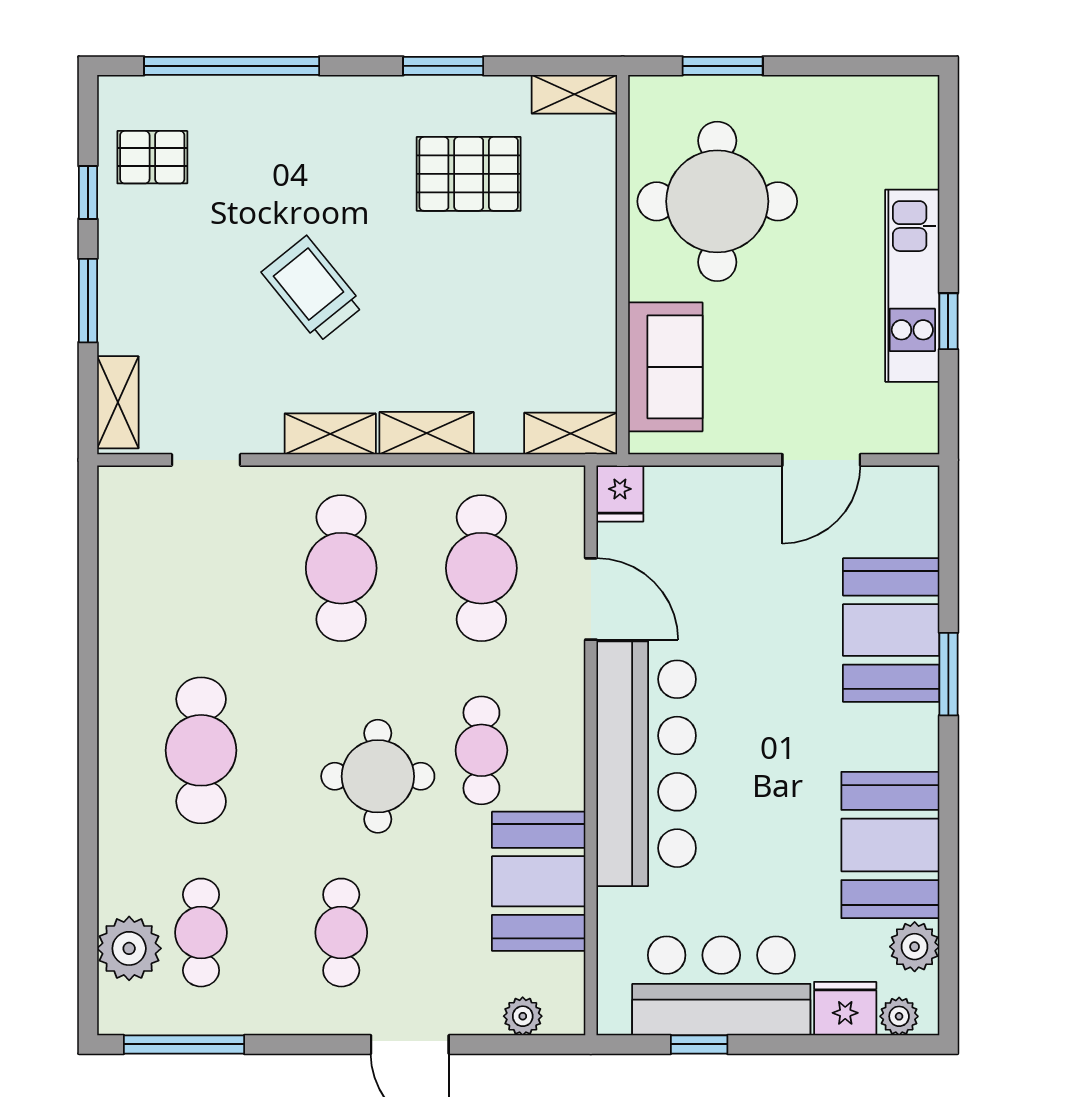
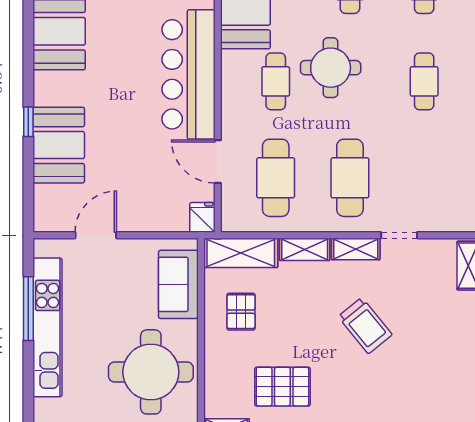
pallet: (152, 157) -> (241, 312), moved, turned 90
kitchen unit: (912, 286) -> (48, 327), width x1.36
window: (948, 321) -> (28, 309), width x2.17
shelving: (571, 433) -> (241, 253), width x1.50, depth x1.33
doorway: (206, 460) -> (399, 235), moved
window: (948, 674) -> (28, 122), width x0.67
cafe table: (201, 750) -> (424, 81), width x0.73, depth x0.74

